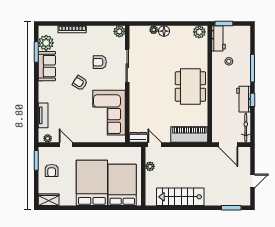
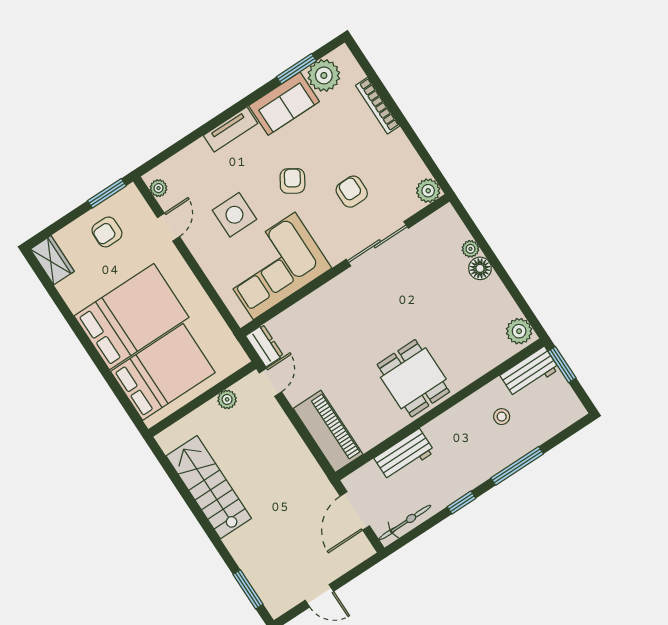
dining table: (190, 87) -> (413, 378), width x0.73
workbench: (244, 99) -> (404, 455), moved, turned 180
tv unit: (43, 115) -> (231, 129), moved
side table: (78, 115) -> (234, 215), added

